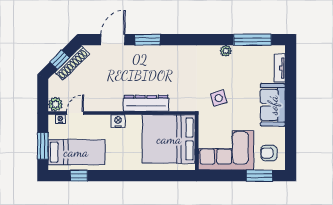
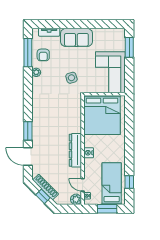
dresser: (146, 103) -> (75, 150), moved
armchair: (269, 153) -> (43, 55), moved

